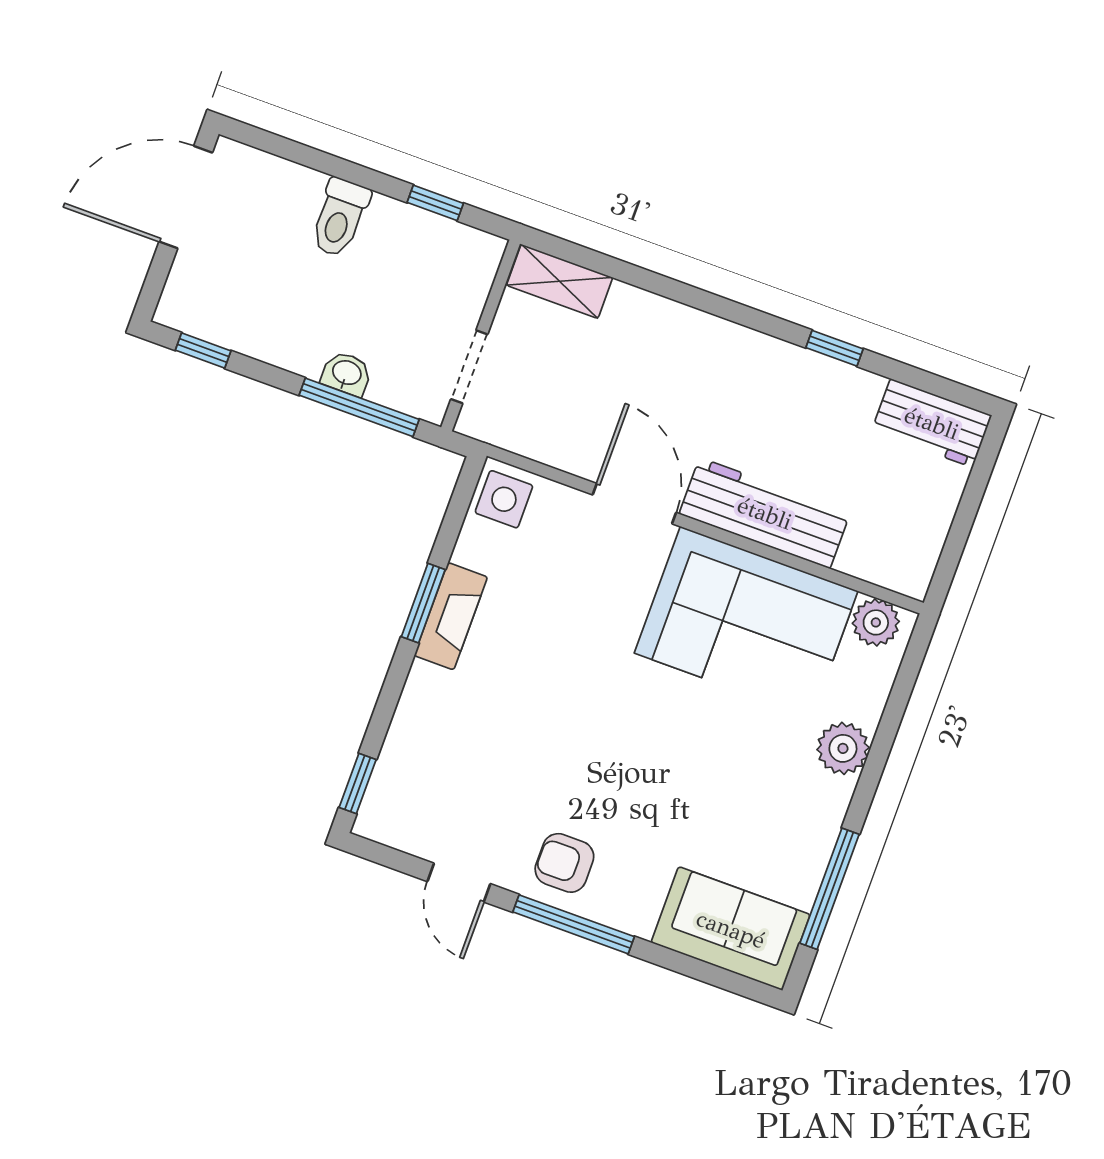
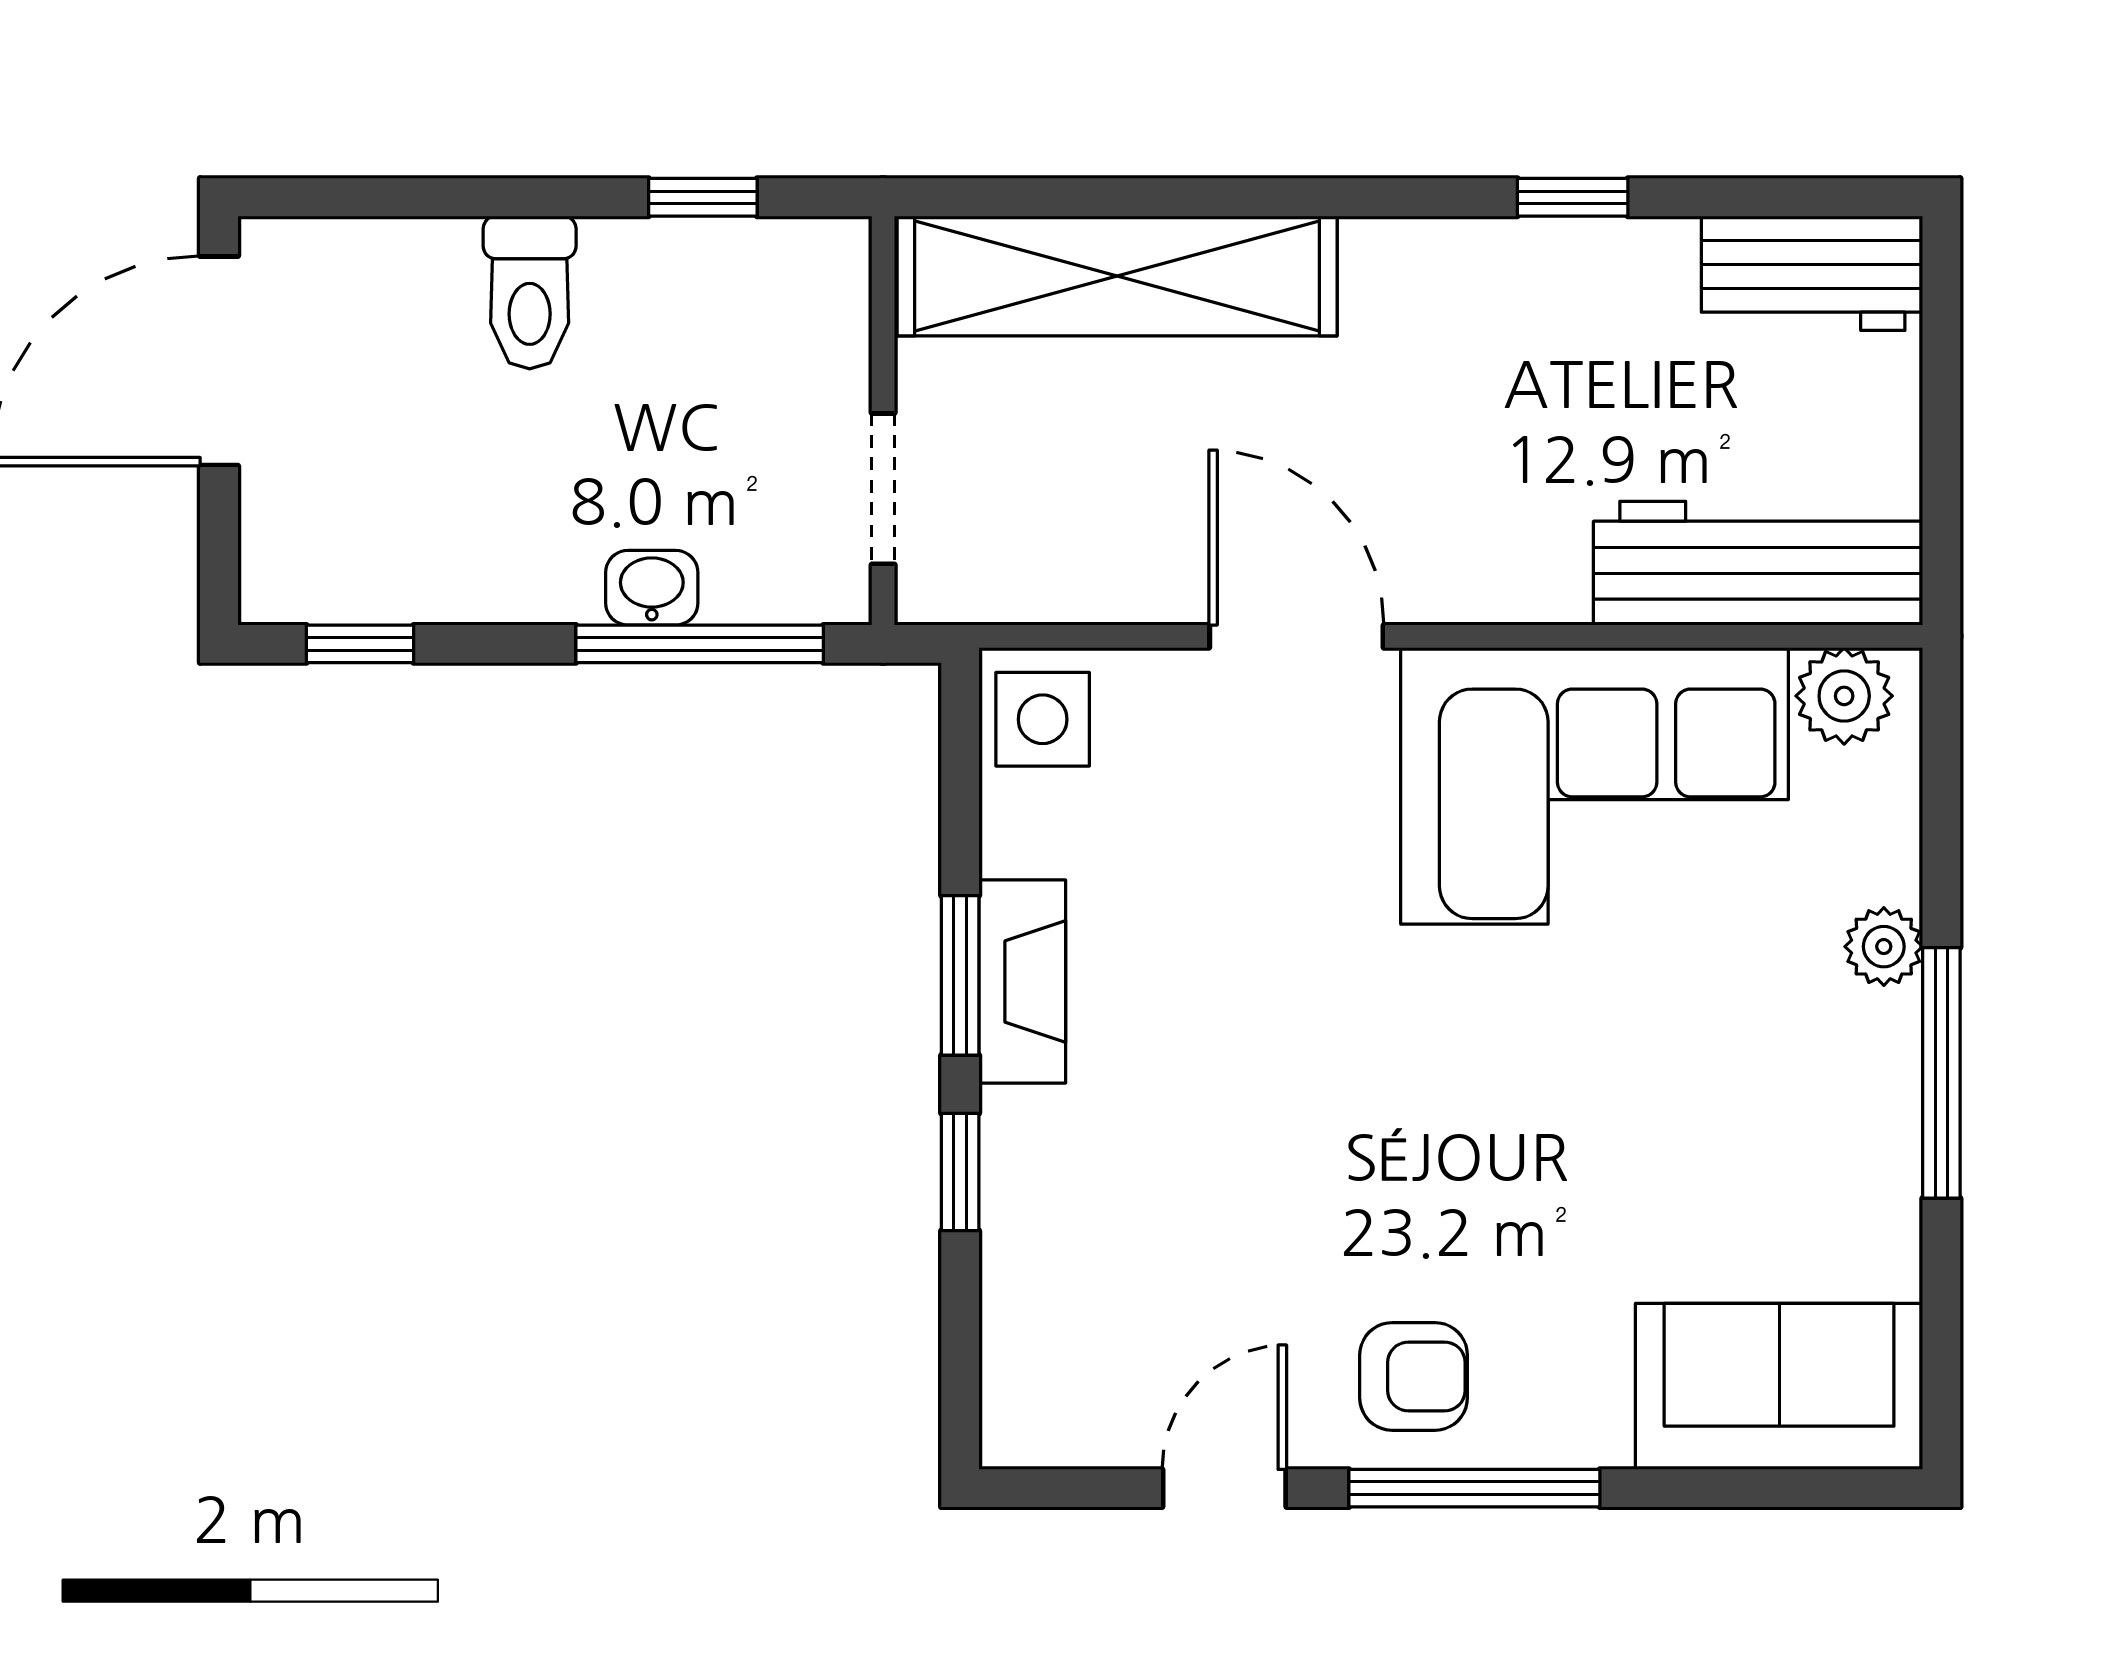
shelving: (560, 281) -> (1117, 276), width x2.20, depth x1.33
workbench: (765, 513) -> (1758, 563), moved
plant: (843, 748) -> (1884, 947), width x0.73, depth x0.73
window: (358, 784) -> (960, 1172), moved
armchair: (564, 863) -> (1414, 1376), turned 180
door: (459, 883) -> (1224, 1488), swing flipped
window: (830, 889) -> (1941, 1073), moved

